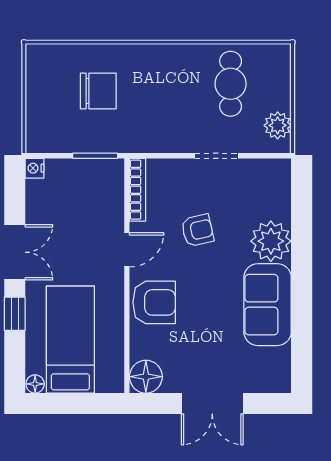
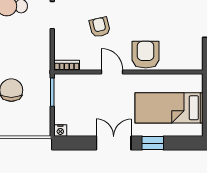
bookcase: (138, 190) -> (67, 65), width x0.64
floor lamp: (146, 377) -> (193, 60), removed
floor lamp: (35, 384) -> (197, 130), removed

